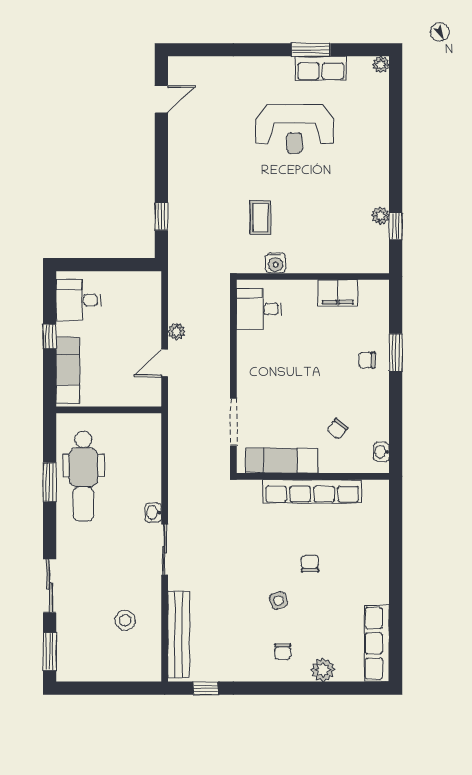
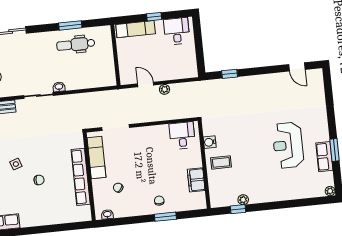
coffee table: (260, 217) -> (221, 162), moved
dental chair: (83, 476) -> (76, 44), width x0.73, depth x0.72

